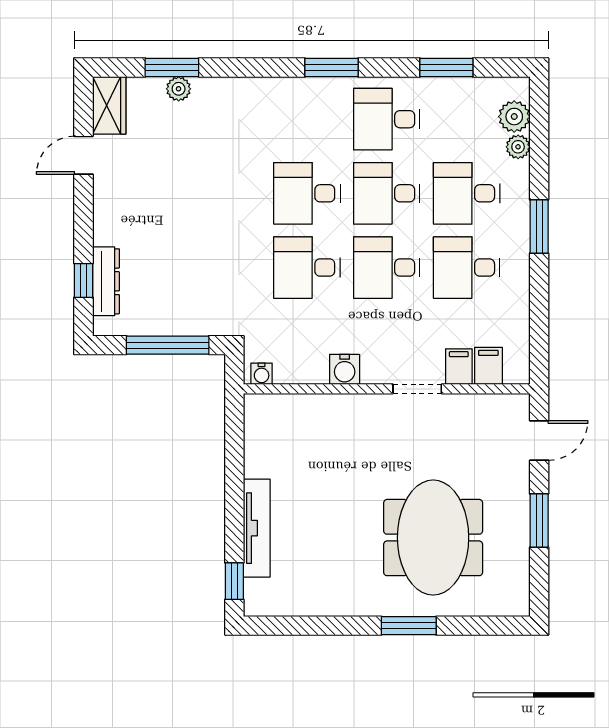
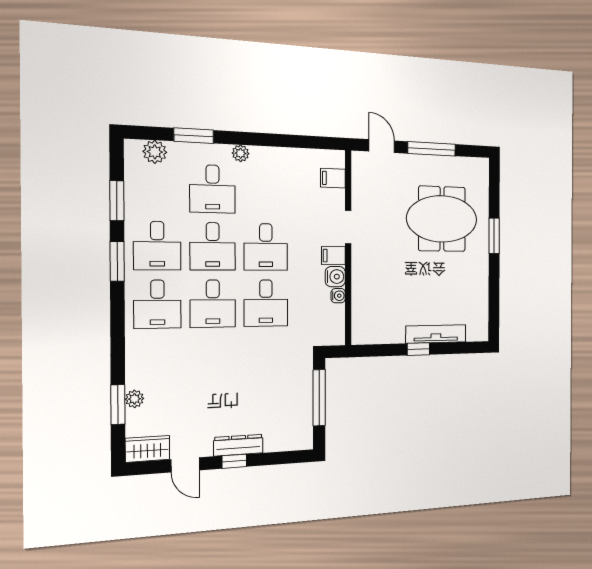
window: (331, 68) -> (117, 261), moved
plant: (518, 147) -> (241, 153), moved
window: (539, 226) -> (194, 136), moved
desk: (467, 268) -> (157, 304), moved
window: (84, 281) -> (234, 461), moved
dresser: (106, 281) -> (238, 445), moved
filing cabinet: (459, 367) -> (333, 256), moved
water cooler: (262, 374) -> (338, 296), moved
window: (539, 520) -> (432, 149), width x1.44
window: (234, 581) -> (418, 349), moved

